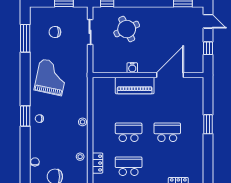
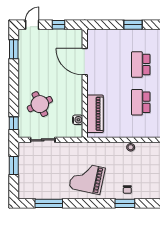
chair: (55, 32) -> (43, 174), removed
water cooler: (132, 68) -> (78, 120), moved
piano: (135, 86) -> (95, 114), moved

